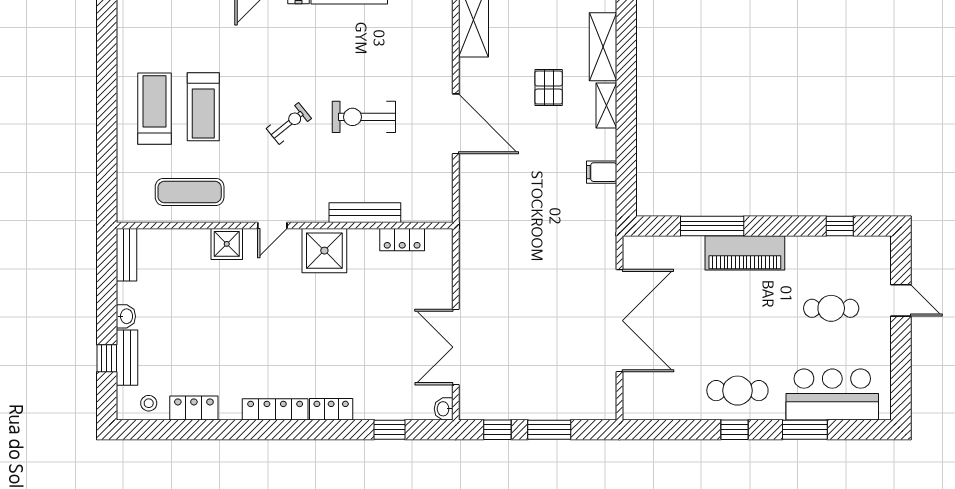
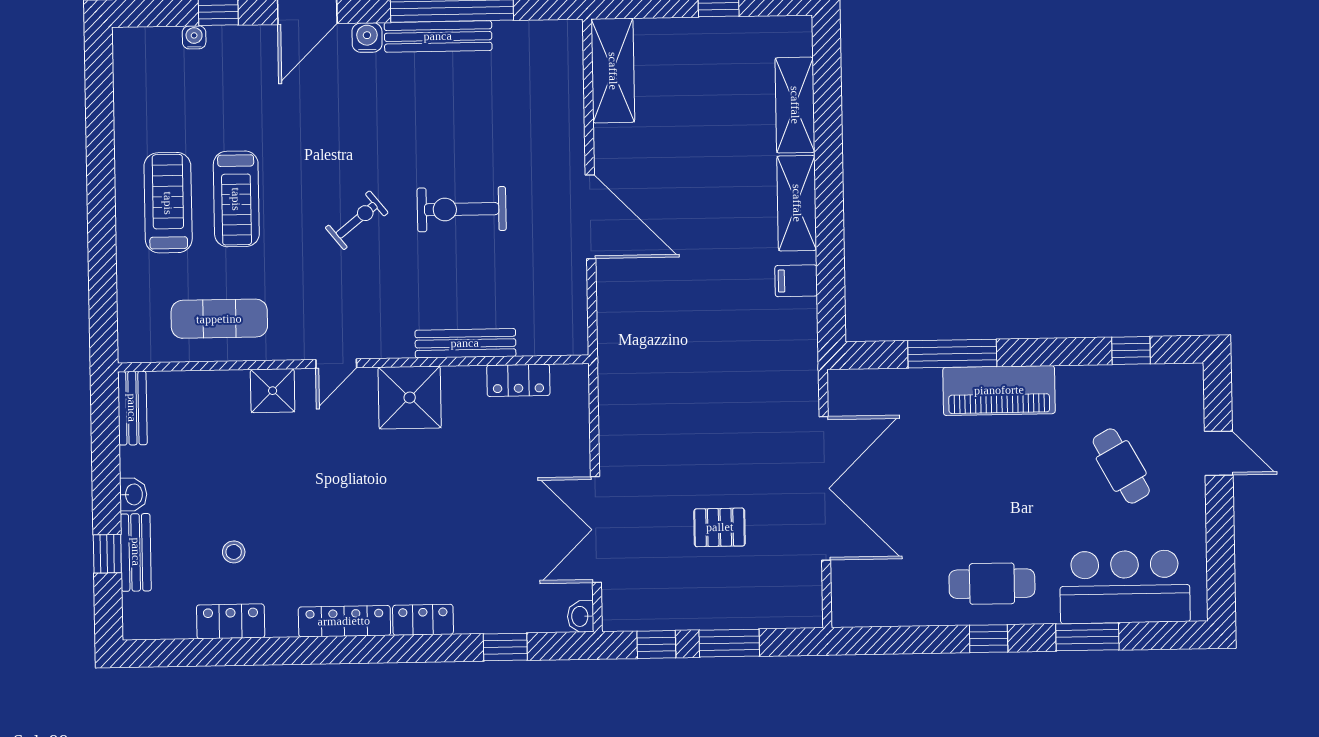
pallet: (549, 88) -> (720, 527), moved, turned 90
shelving: (606, 105) -> (797, 203), width x1.50, depth x1.33
cafe table: (831, 308) -> (1121, 466), turned 61
stool: (149, 403) -> (234, 552), moved

